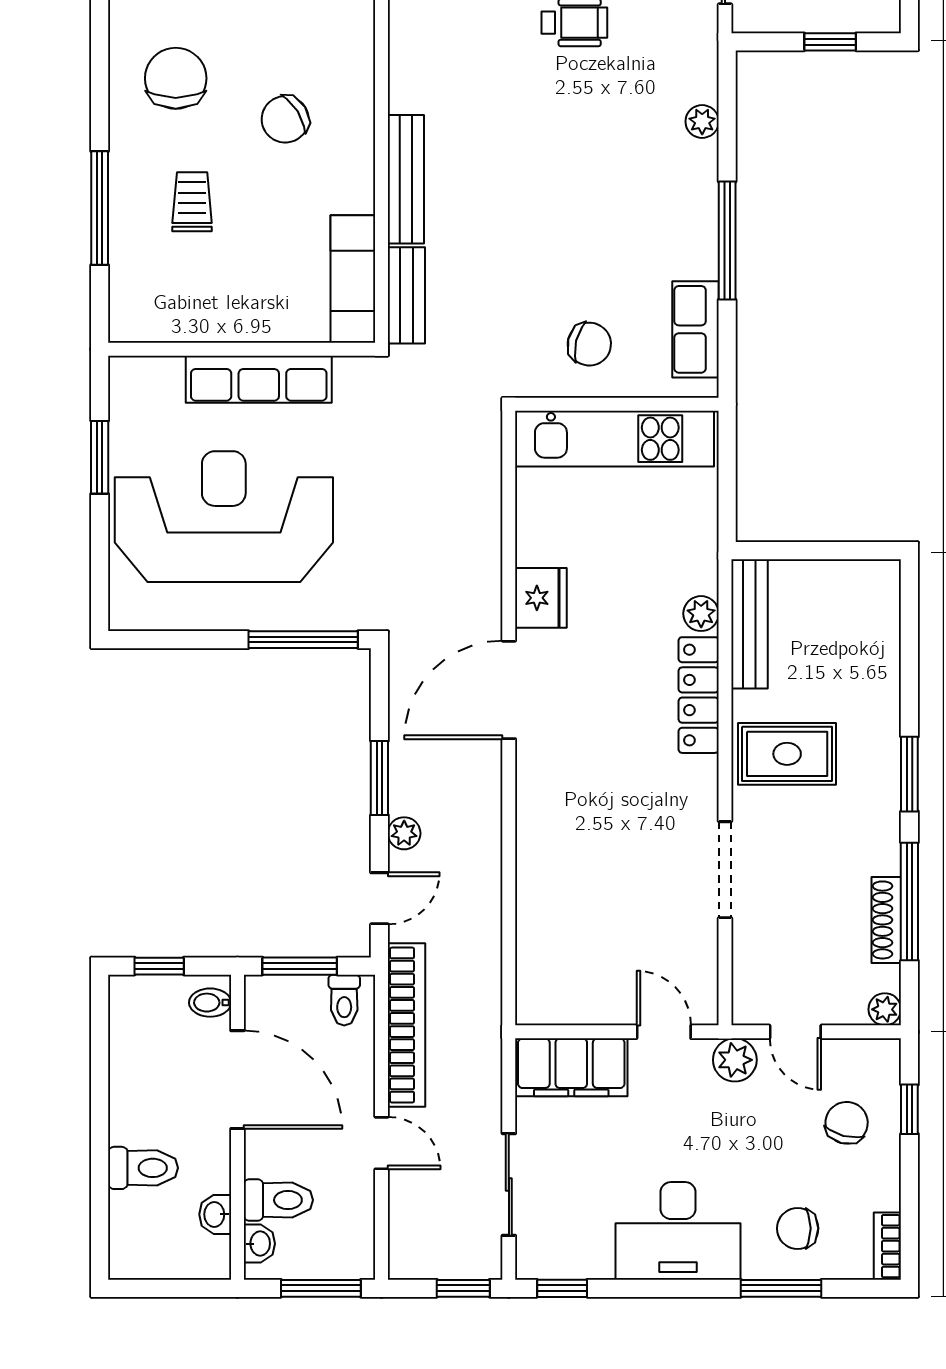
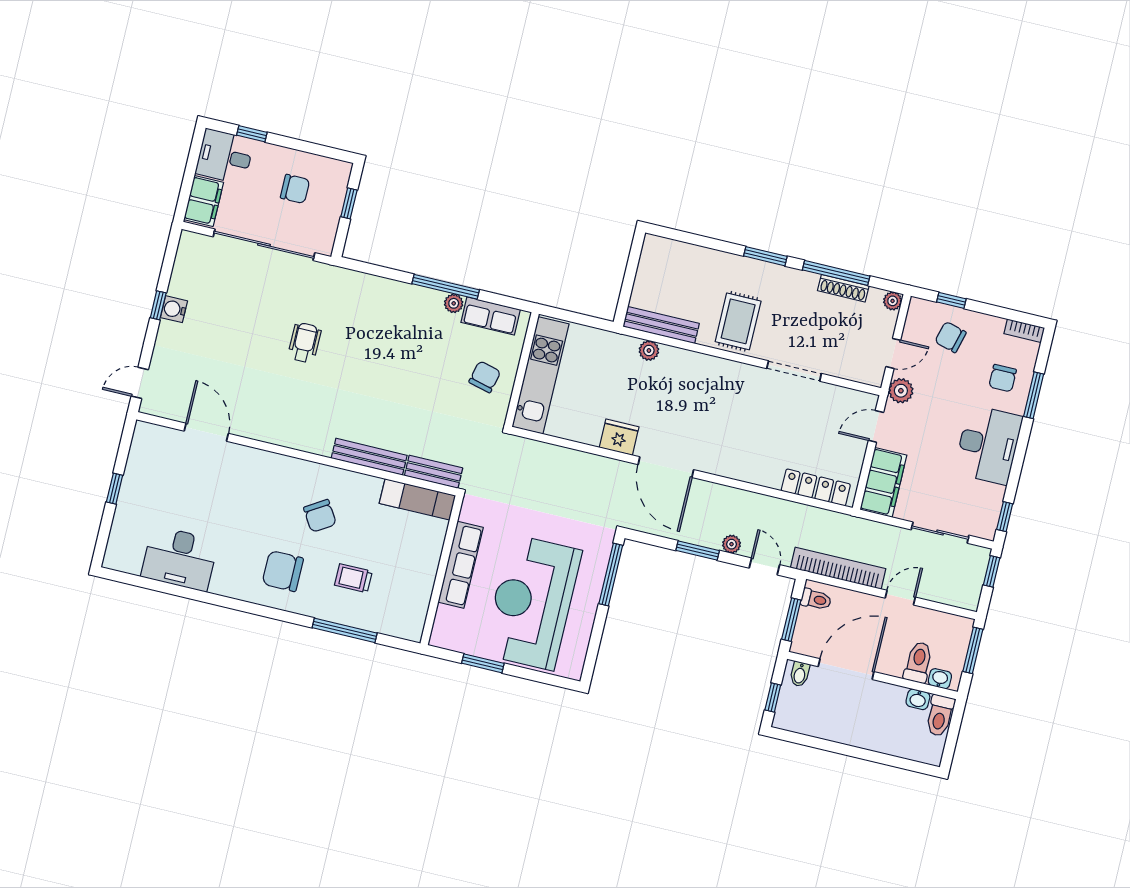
plant: (702, 121) -> (454, 303), moved
locker: (699, 695) -> (816, 487), moved, turned 180
toilet: (143, 1168) -> (940, 716), moved, turned 180

